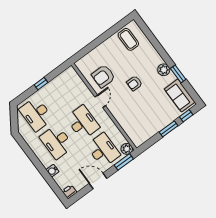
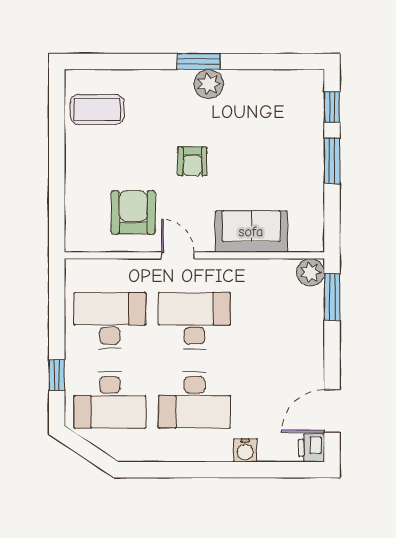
window: (178, 74) -> (199, 62), moved
armchair: (103, 76) -> (133, 212), turned 180
window: (41, 84) -> (57, 375), moved
sofa: (180, 95) -> (251, 232), moved, turned 180
desk: (103, 150) -> (110, 321), moved
door: (98, 181) -> (332, 411), moved

